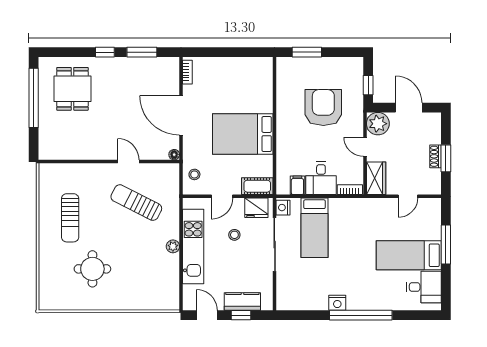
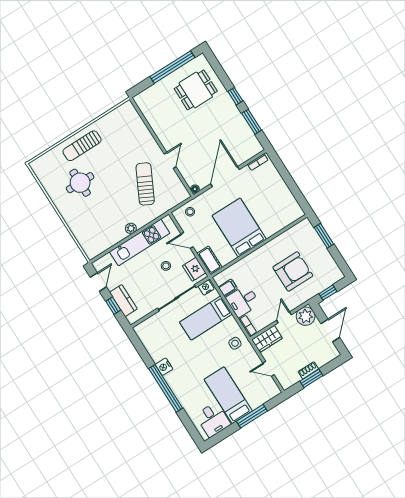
side table: (359, 214) -> (235, 343), added
sun lounger: (70, 218) -> (82, 146), moved

